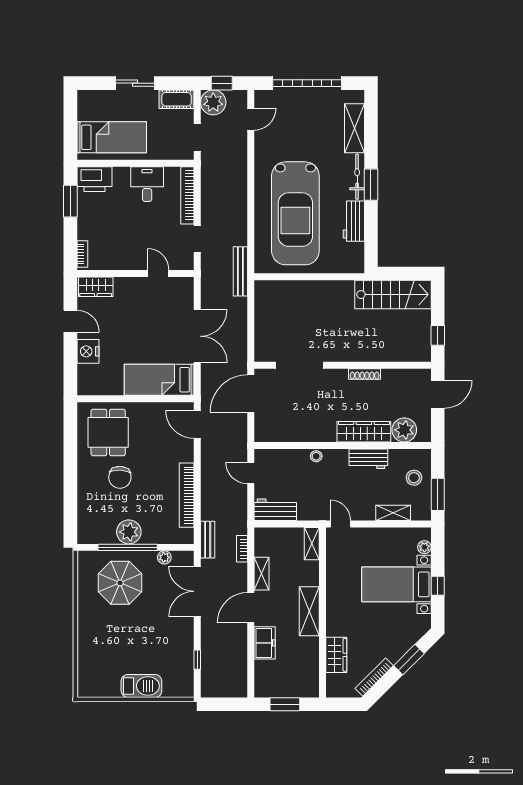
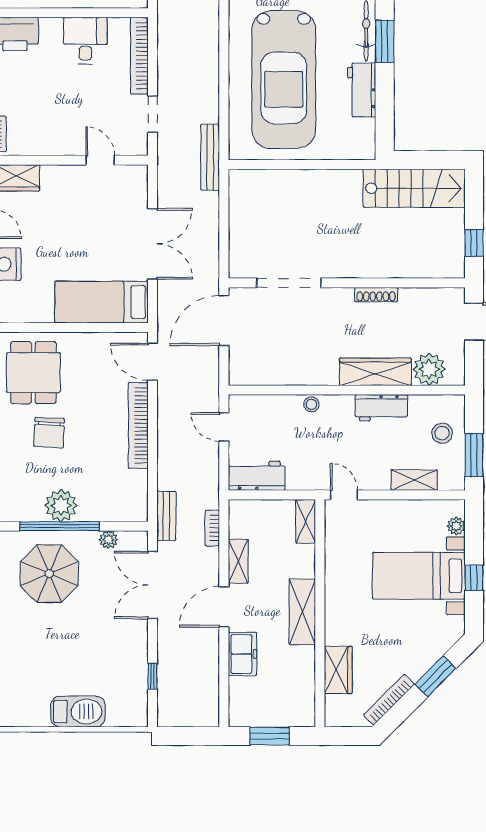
bookcase: (187, 495) -> (138, 425), moved

